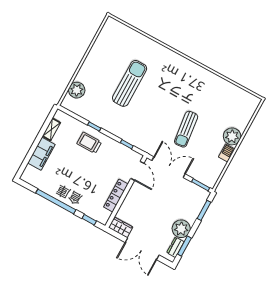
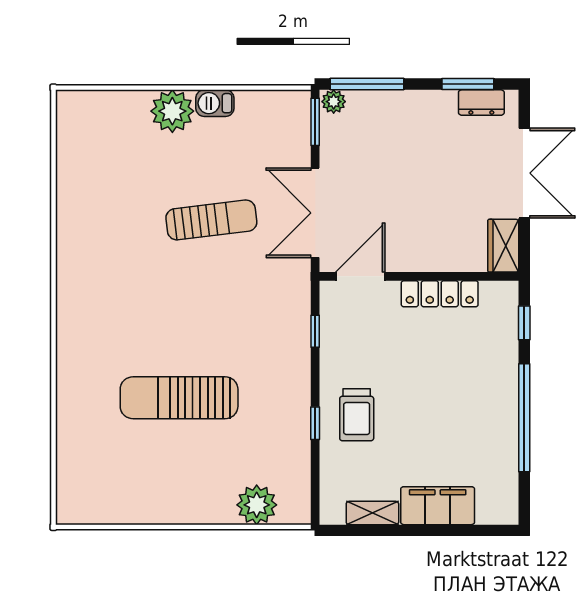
window: (204, 210) -> (367, 84), width x1.44
plant: (181, 229) -> (334, 102), moved, width x0.53, depth x0.53

